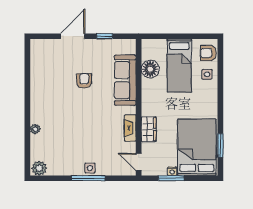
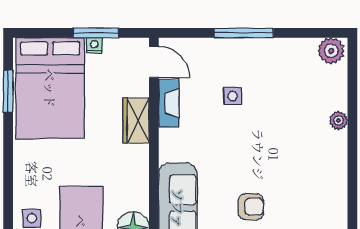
armchair: (84, 81) -> (251, 207), turned -90
fireplace: (130, 128) -> (169, 103), moved
side table: (90, 168) -> (233, 96), moved

